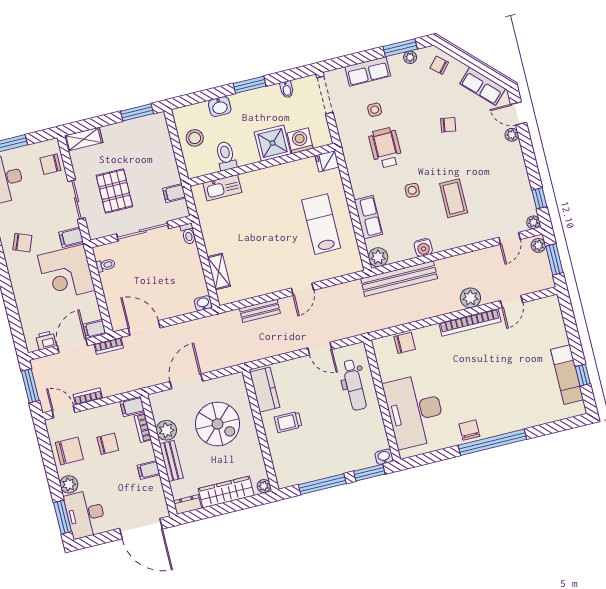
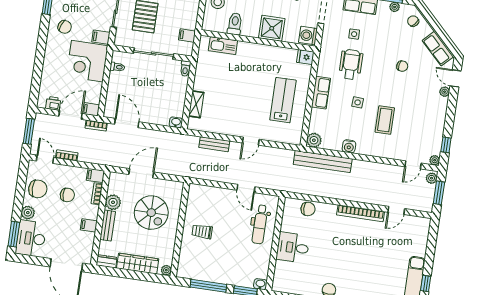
washing machine: (300, 141) -> (308, 35), moved, turned -90
row of seats: (368, 217) -> (321, 93), moved
plant: (470, 298) -> (368, 196), removed
kitchen counter: (265, 390) -> (195, 202), removed
desk: (415, 411) -> (293, 248), width x0.53, depth x0.77

